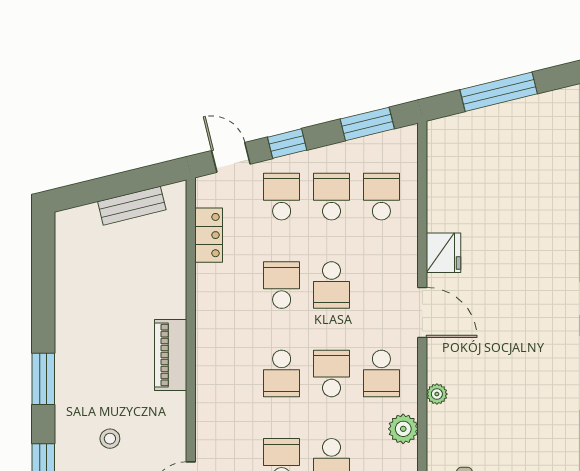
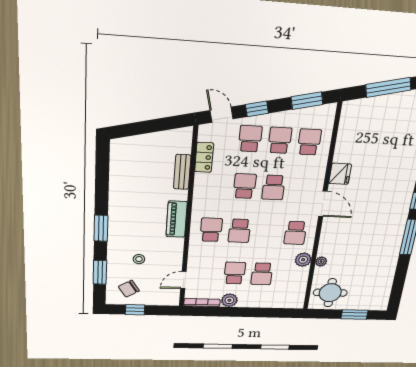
bench: (132, 206) -> (182, 172), moved, turned -76
school desk: (332, 373) -> (211, 230), moved
plant: (437, 394) -> (321, 262), moved

